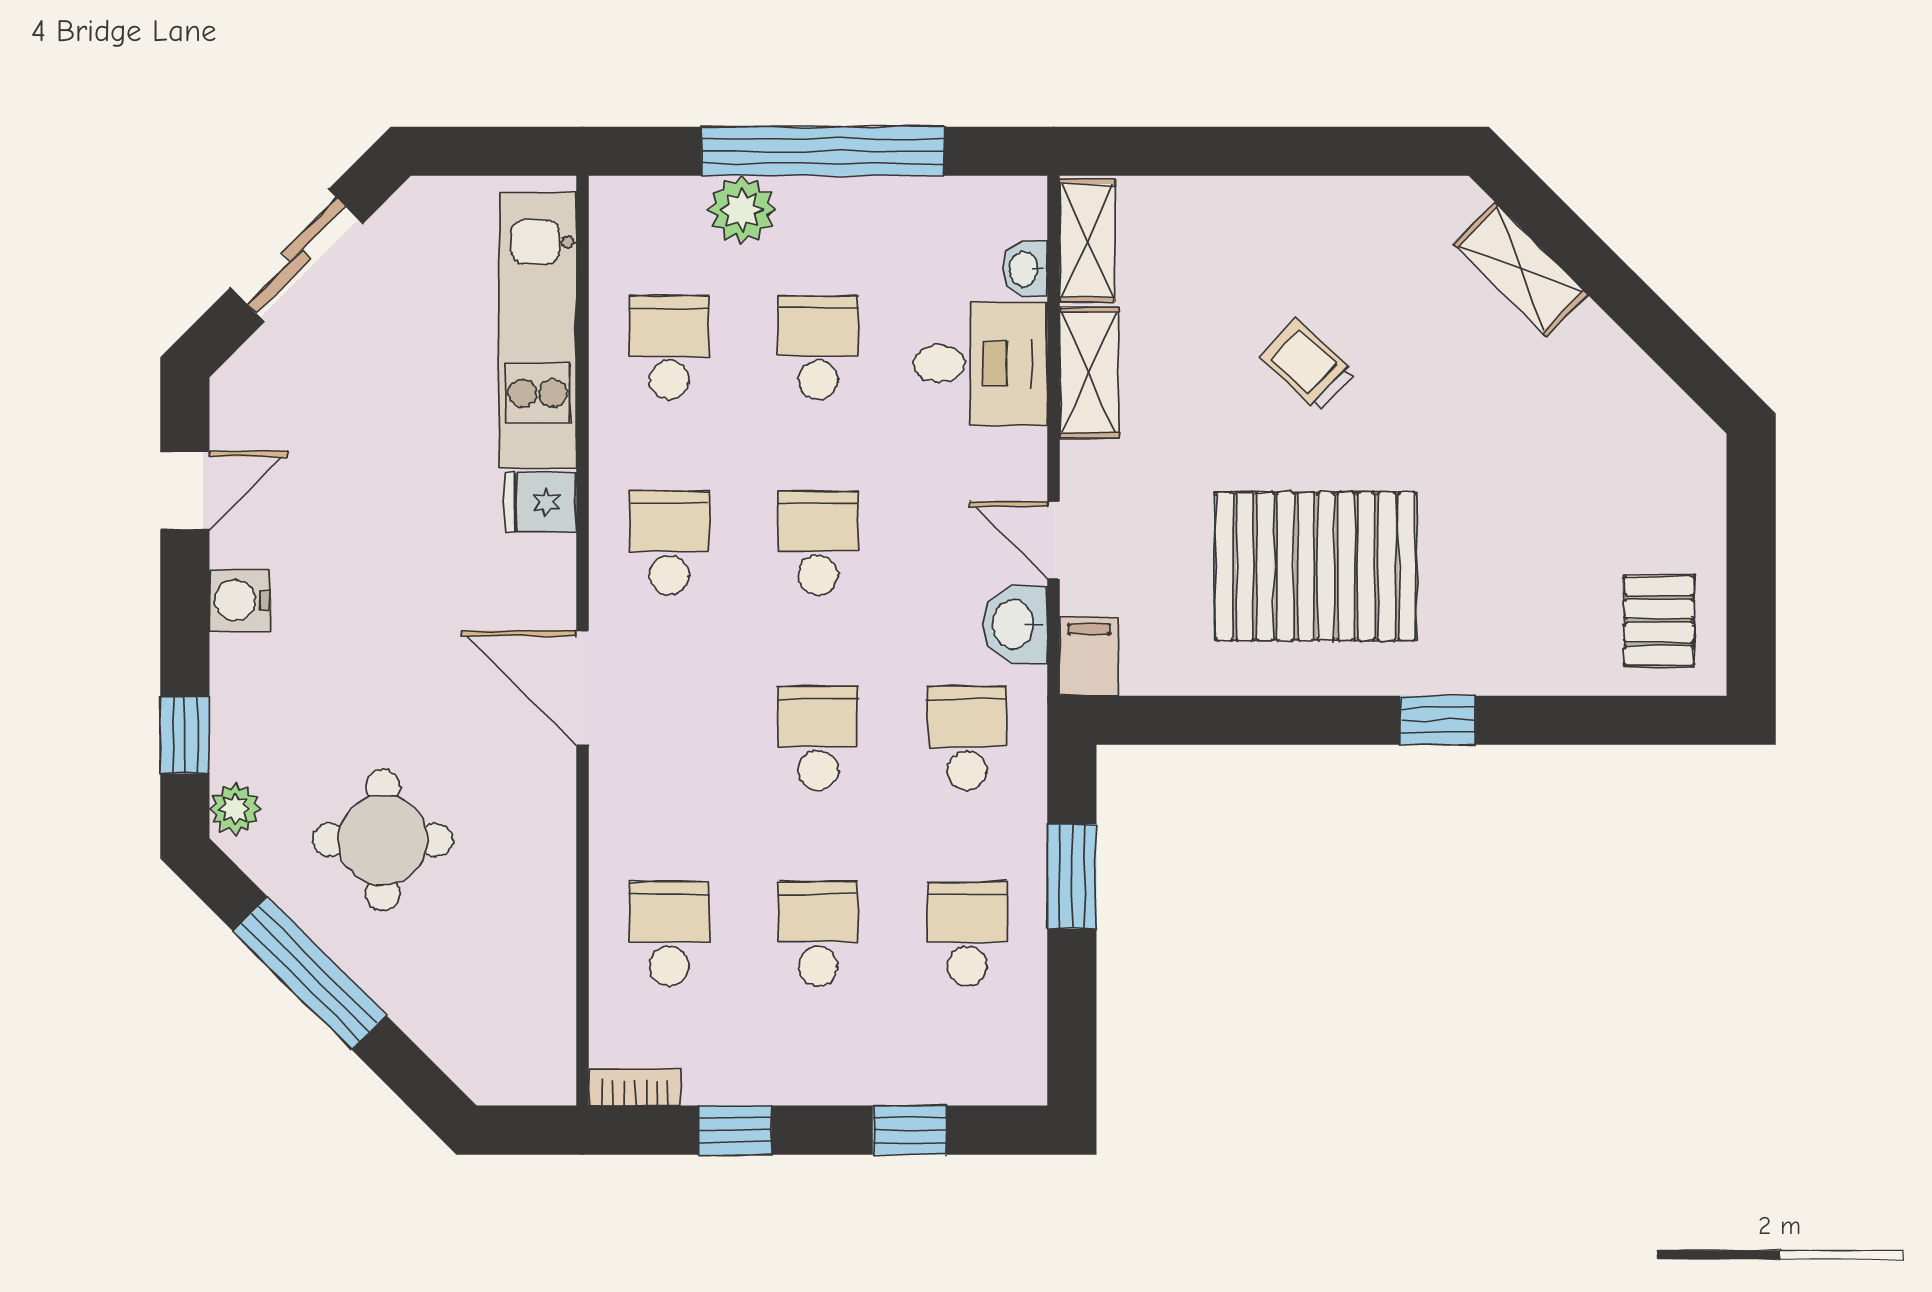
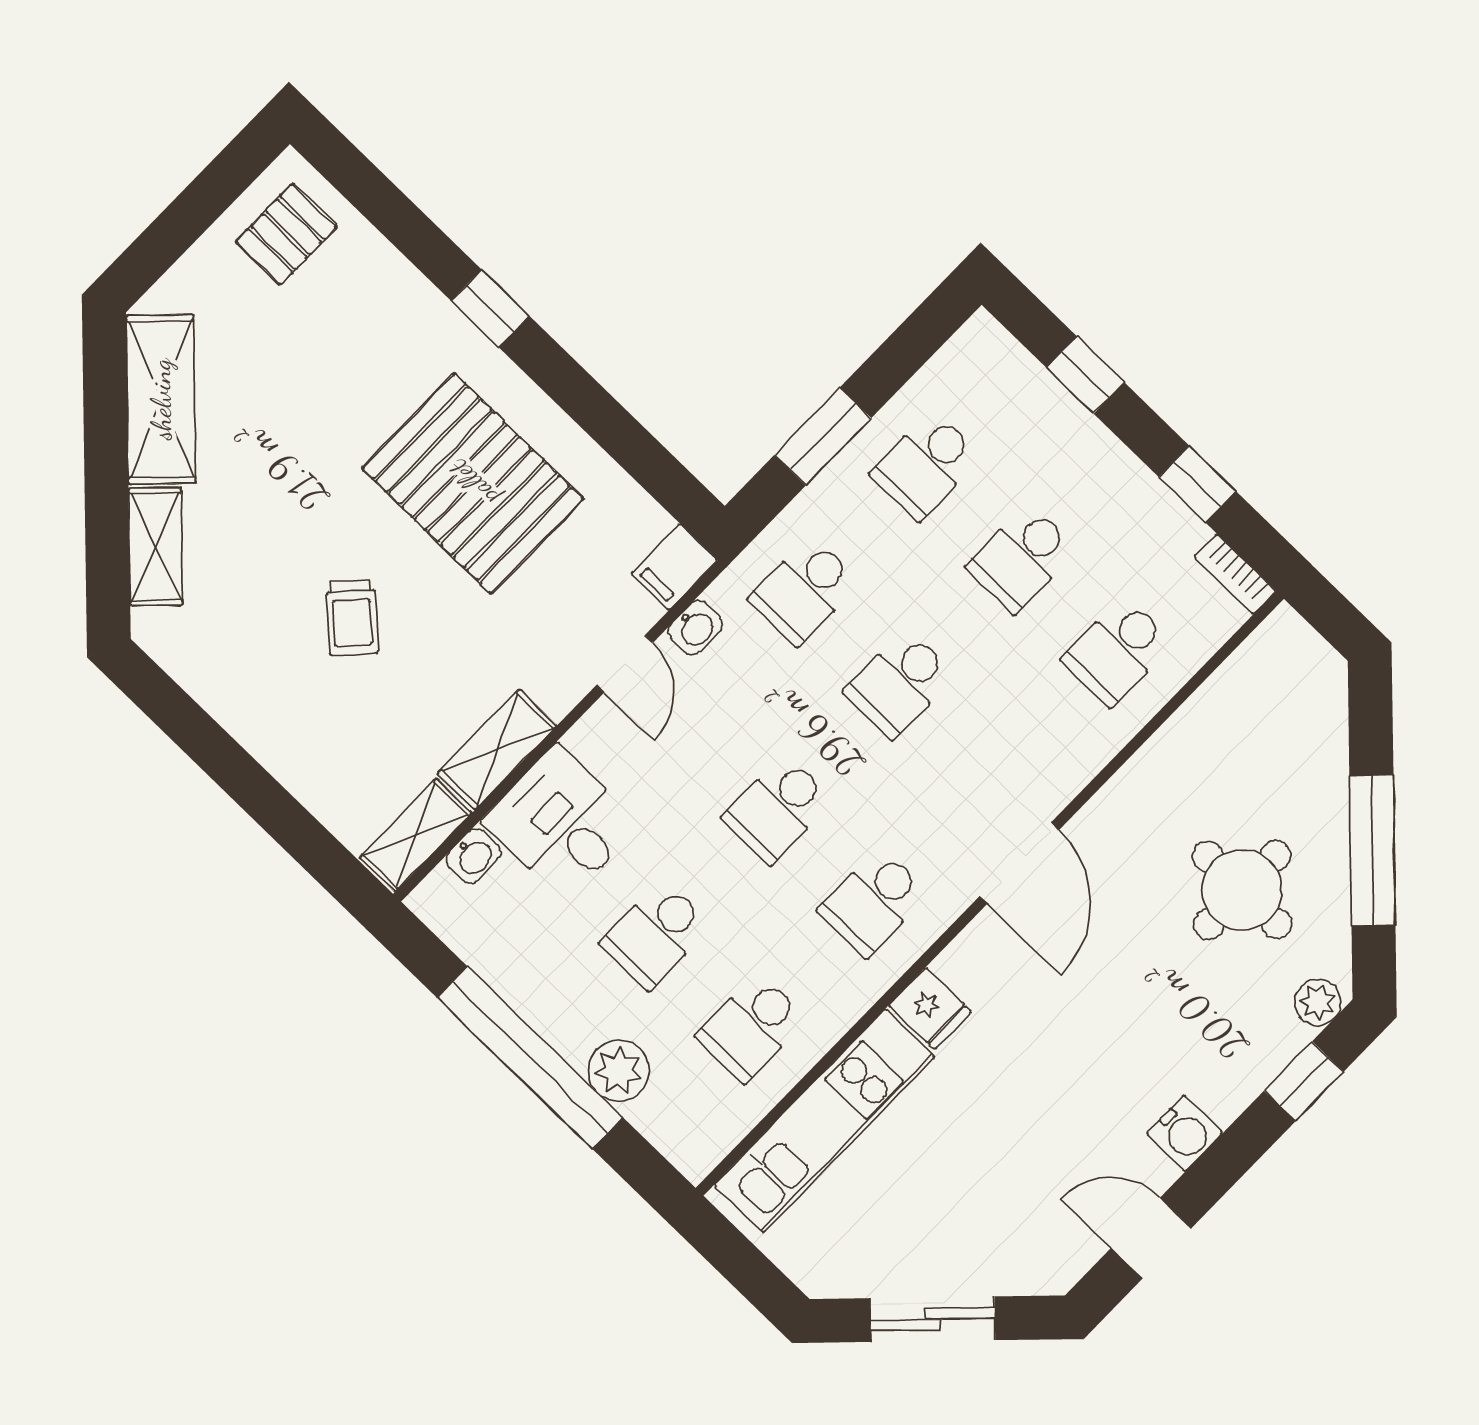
shelving: (1631, 391) -> (161, 399), added
washbasin: (1015, 624) -> (695, 628), width x0.72, depth x0.69

